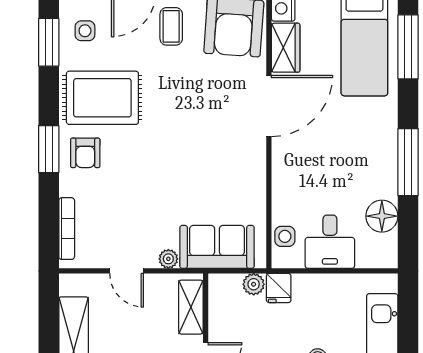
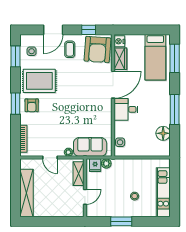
desk: (330, 242) -> (126, 109), moved, turned 90
fridge: (279, 288) -> (95, 165), moved

